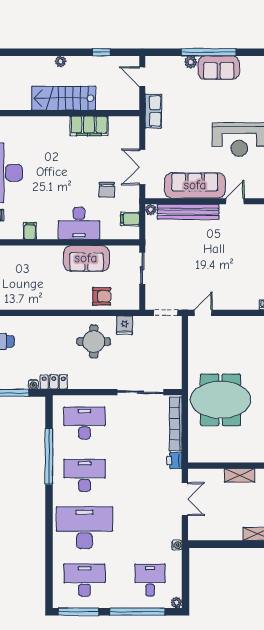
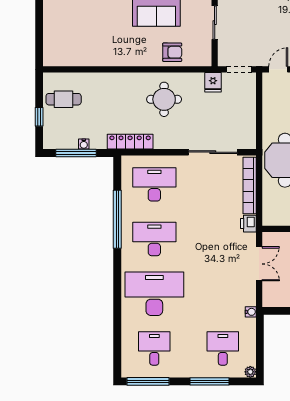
fridge: (125, 325) -> (213, 82), moved
locker: (54, 382) -> (130, 142), width x1.53
water cooler: (33, 384) -> (84, 144), moved
desk: (84, 580) -> (154, 348), width x0.73
window: (137, 612) -> (210, 381), width x0.68

